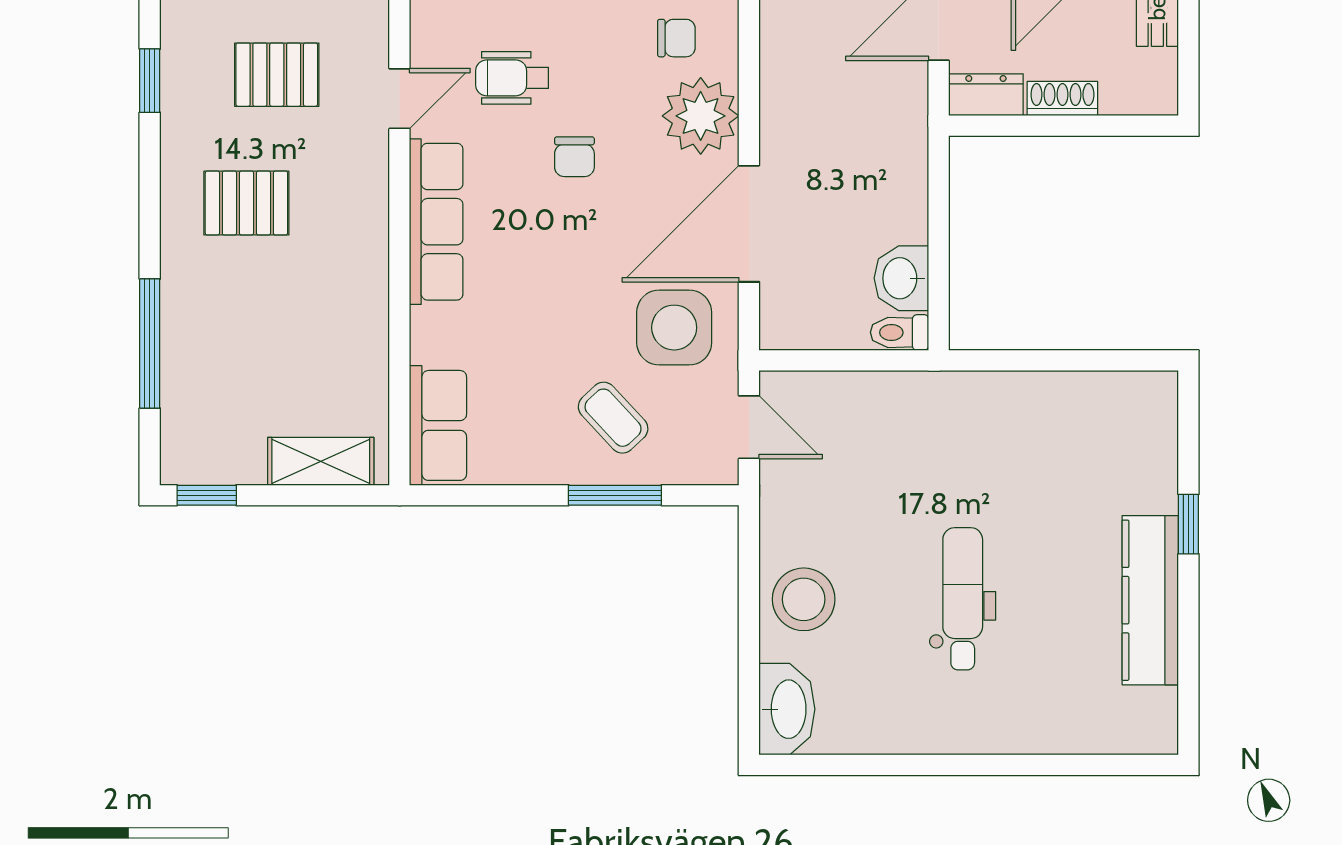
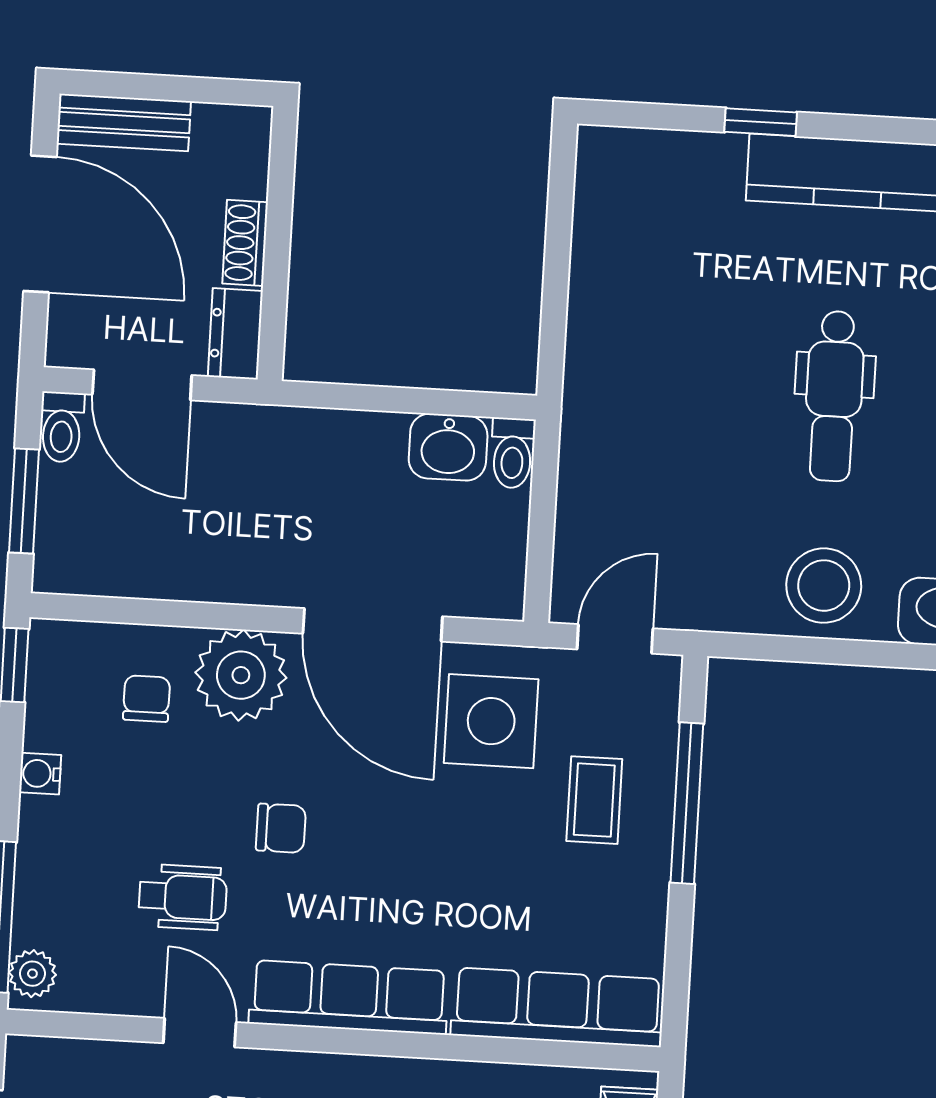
wheelchair: (512, 78) -> (183, 897), turned -90
coffee table: (613, 418) -> (594, 800), turned -47
row of seats: (438, 425) -> (558, 1007), width x1.48
window: (615, 495) -> (687, 803), width x1.44
dental chair: (963, 599) -> (834, 396), turned -90

